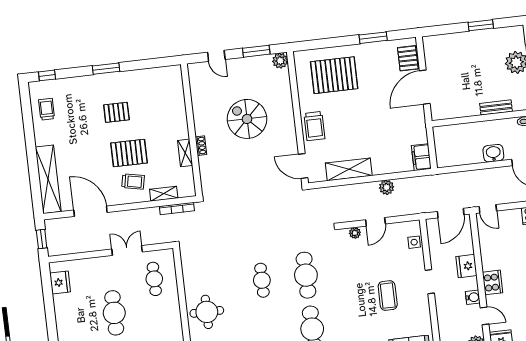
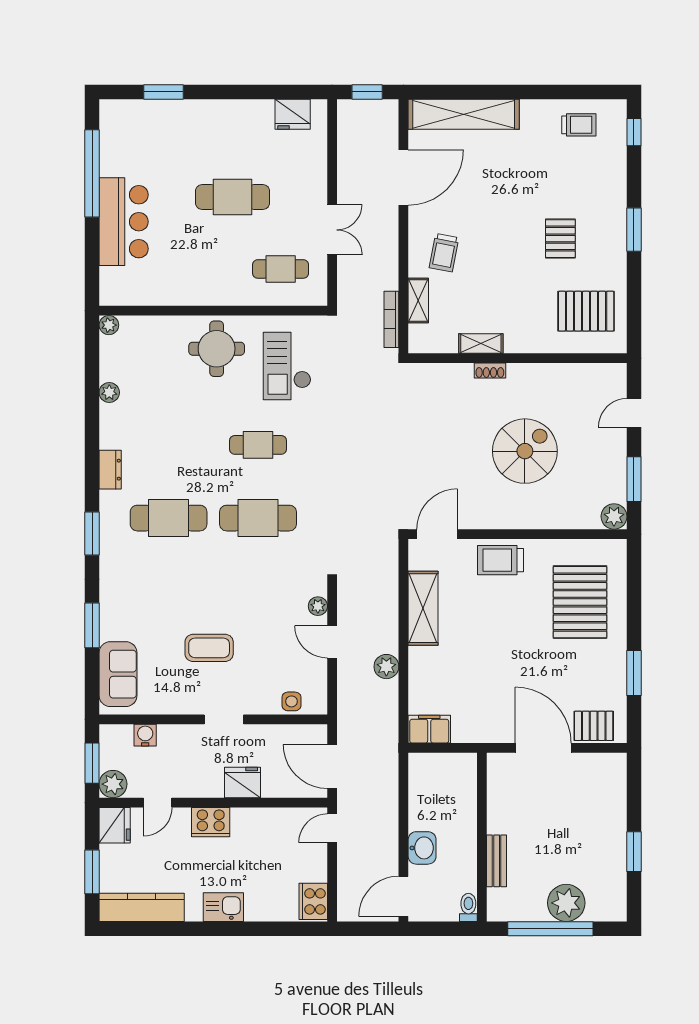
pallet: (129, 153) -> (586, 311), moved, turned 90
checkout: (212, 268) -> (287, 366), added
water cooler: (473, 297) -> (145, 735), moved, turned 180

